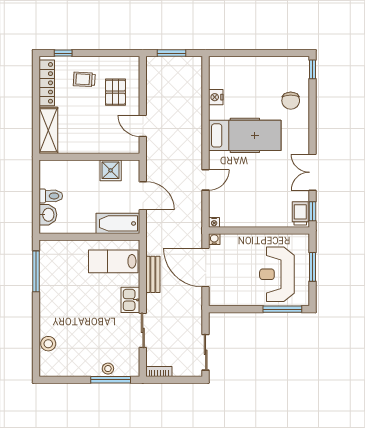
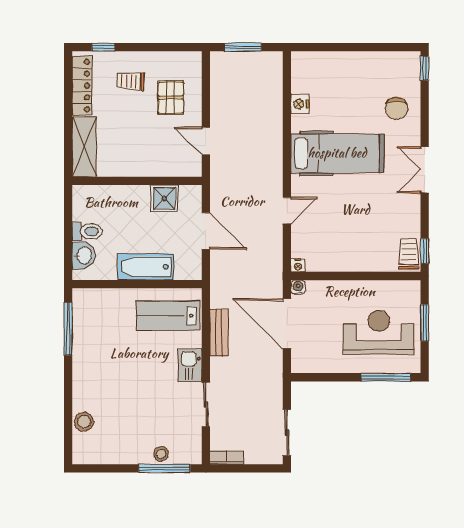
double door: (312, 172) -> (425, 170), moved
bathtub: (118, 223) -> (146, 267), moved
reception desk: (277, 274) -> (379, 332), turned 90

